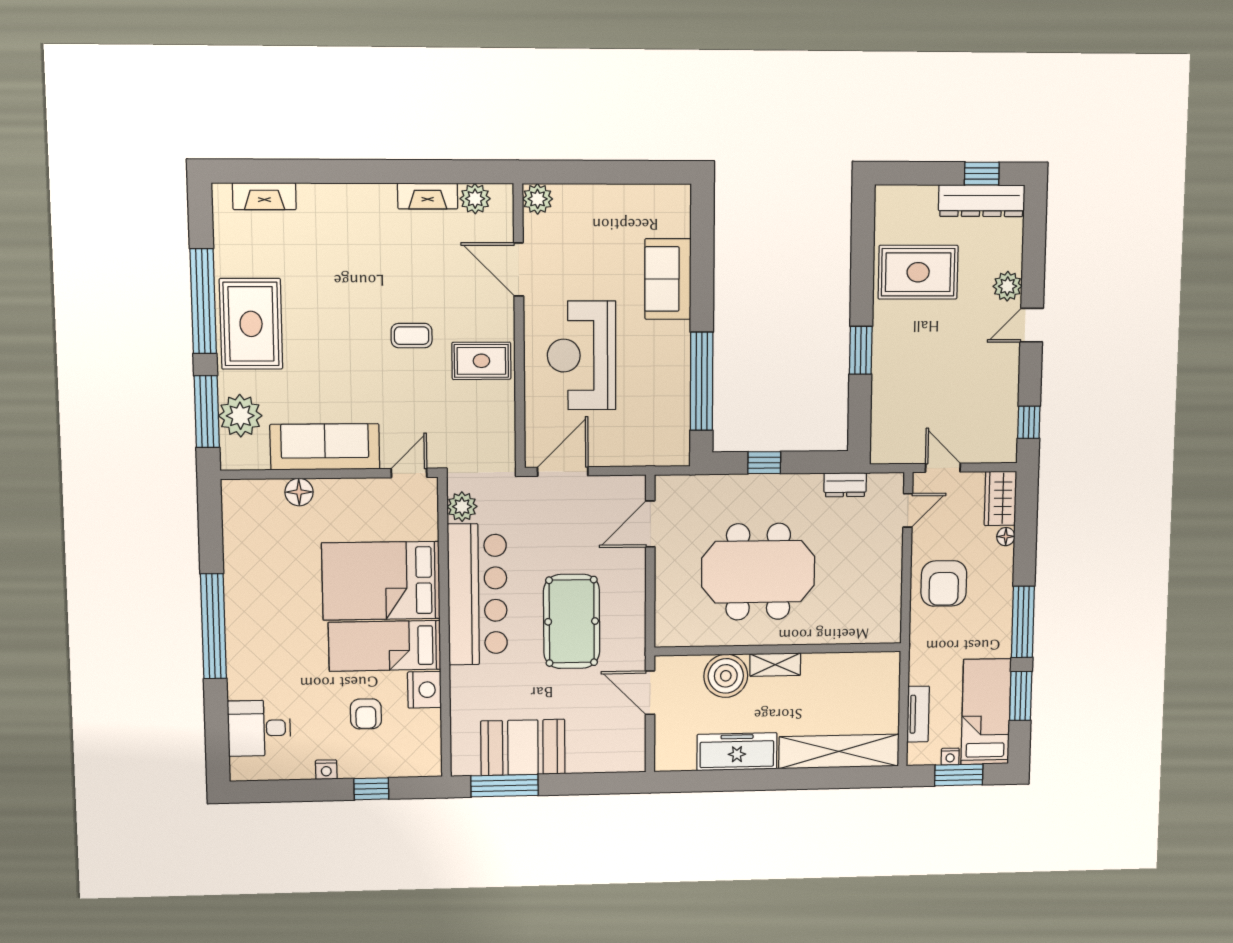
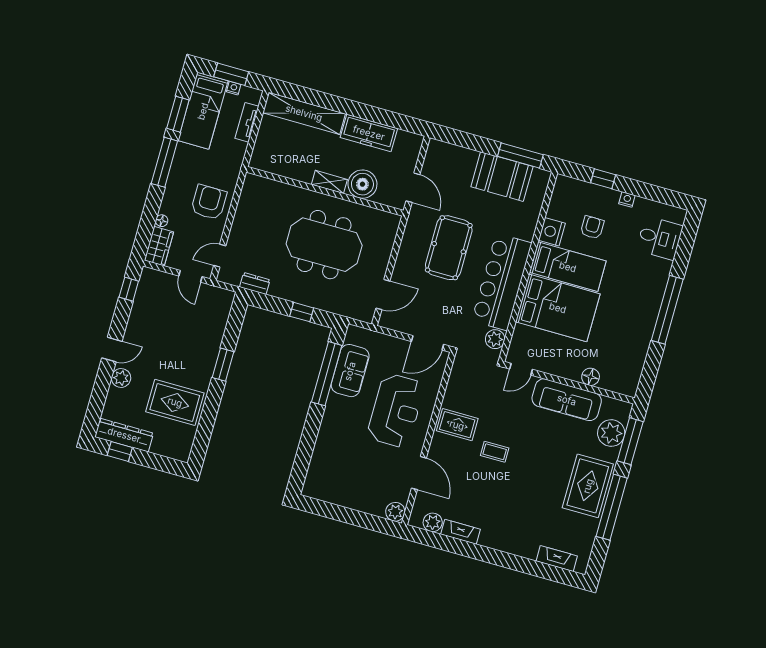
sofa: (668, 279) -> (350, 371), moved

